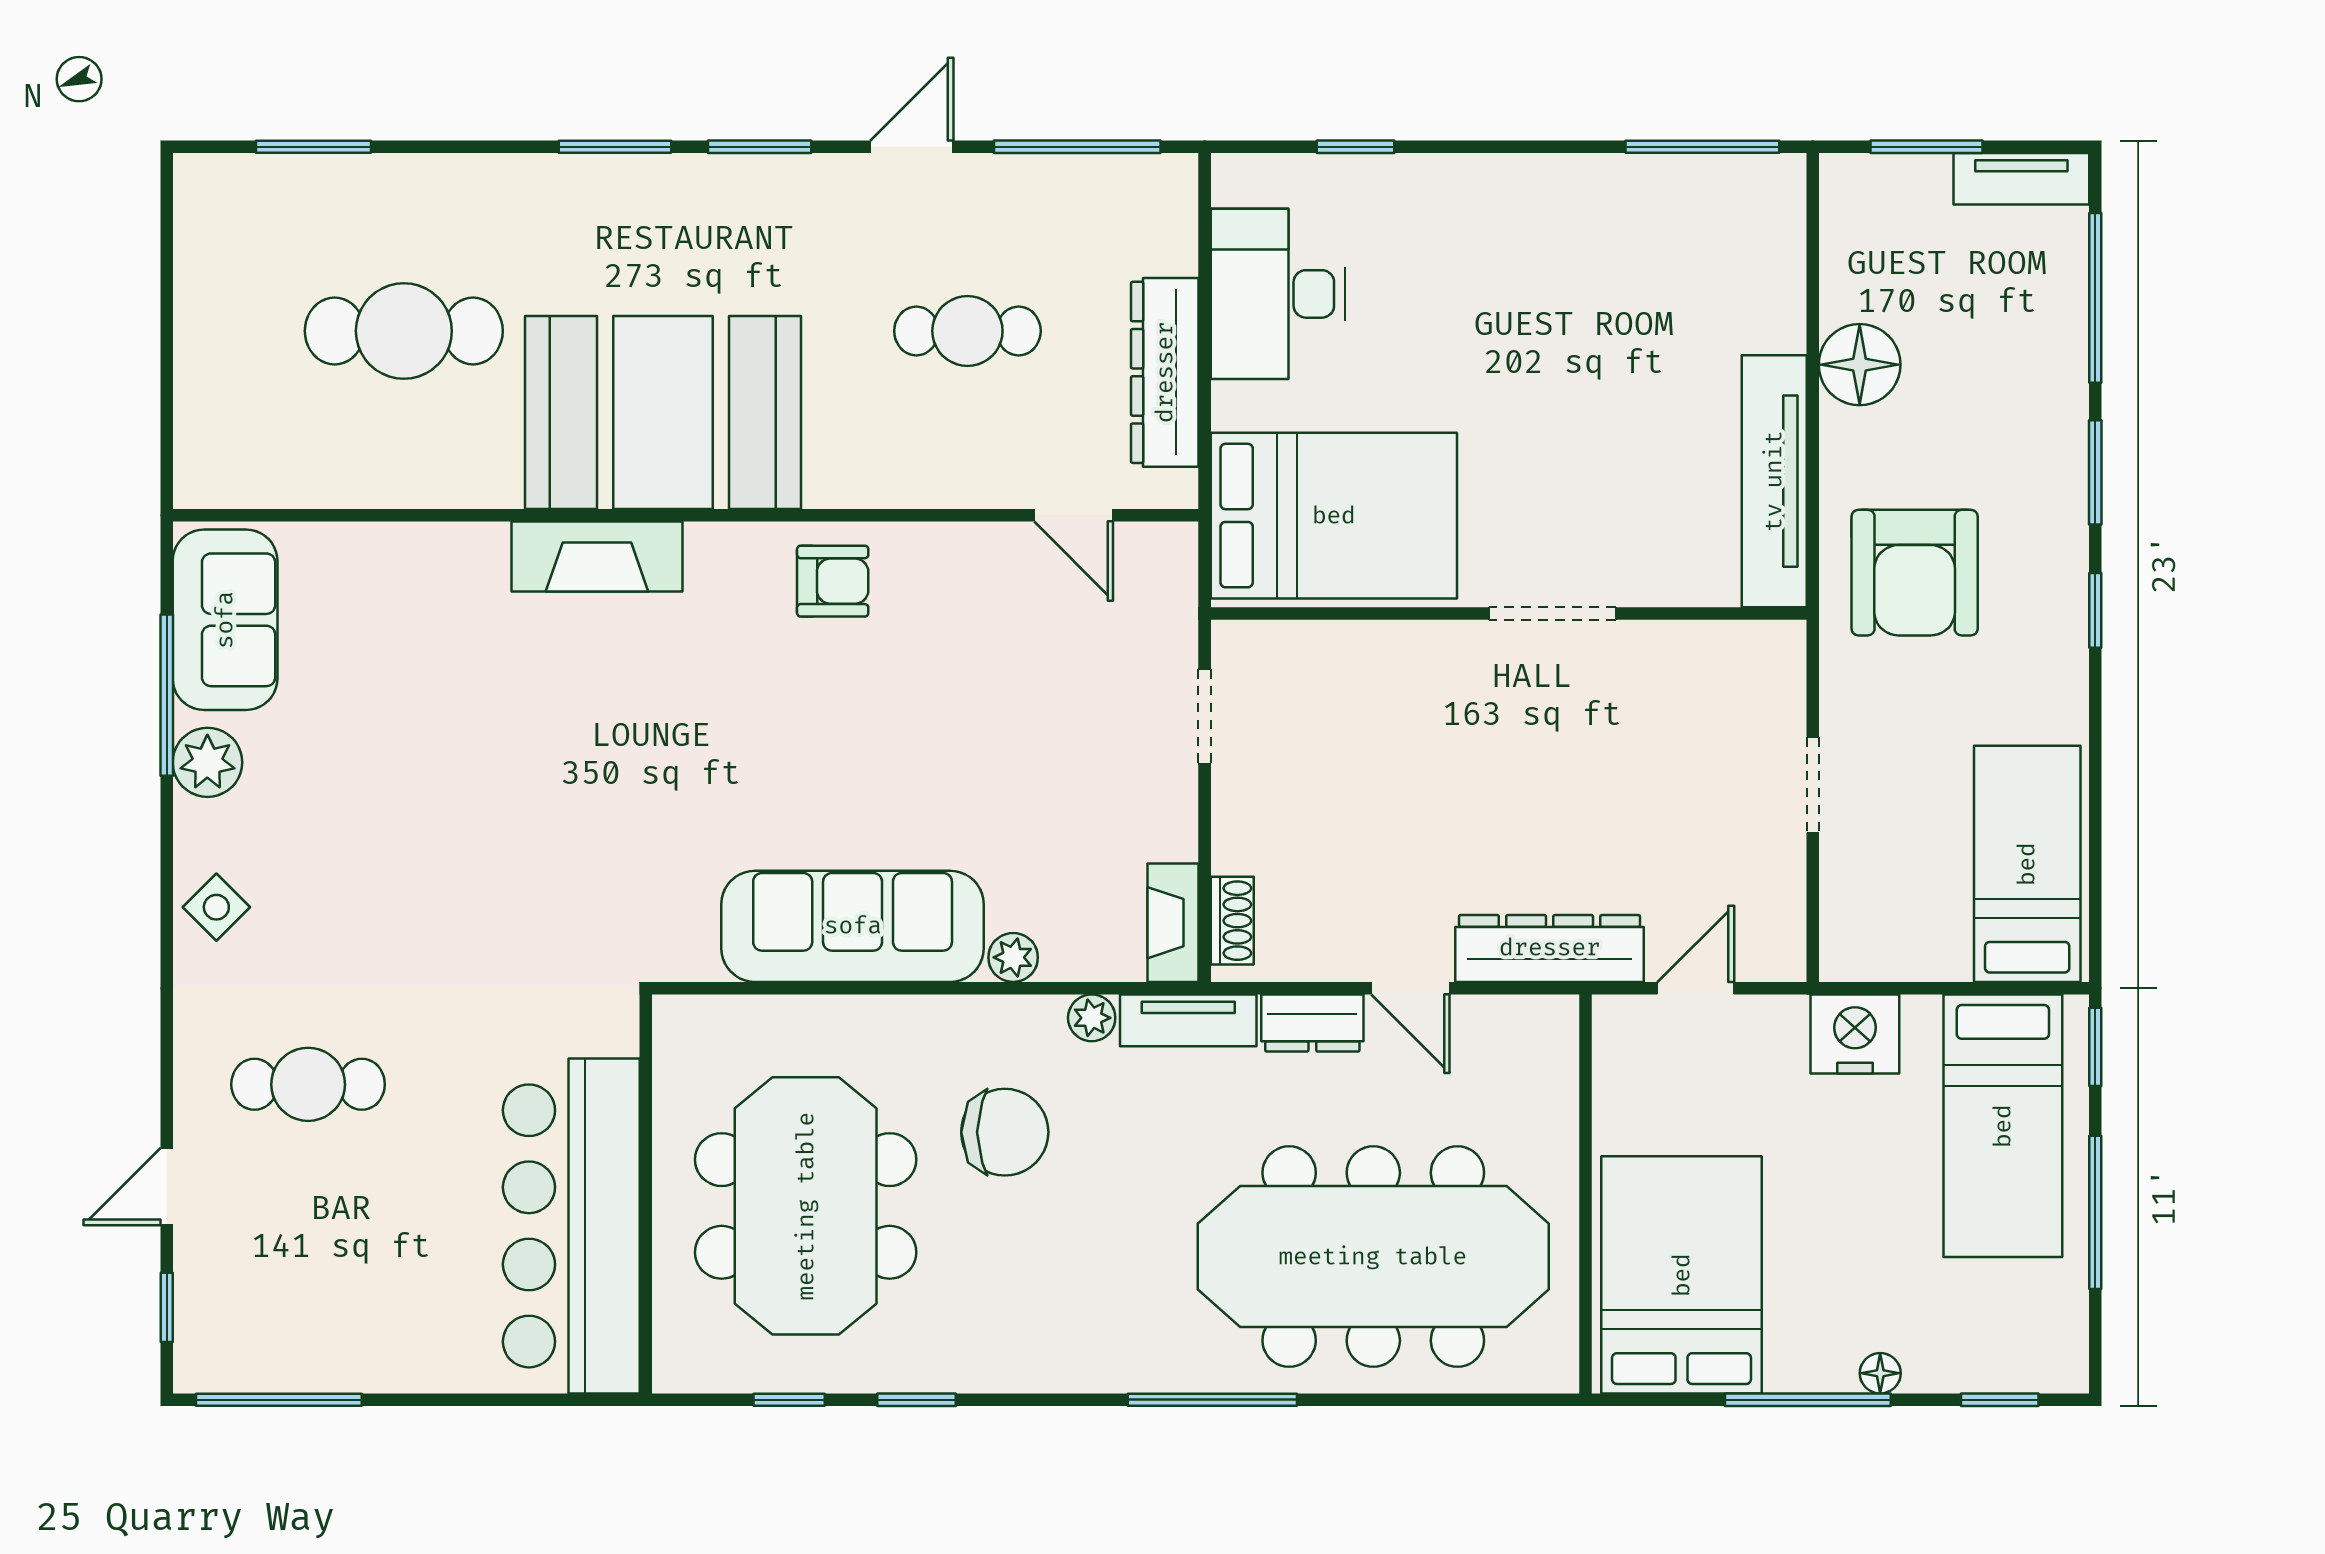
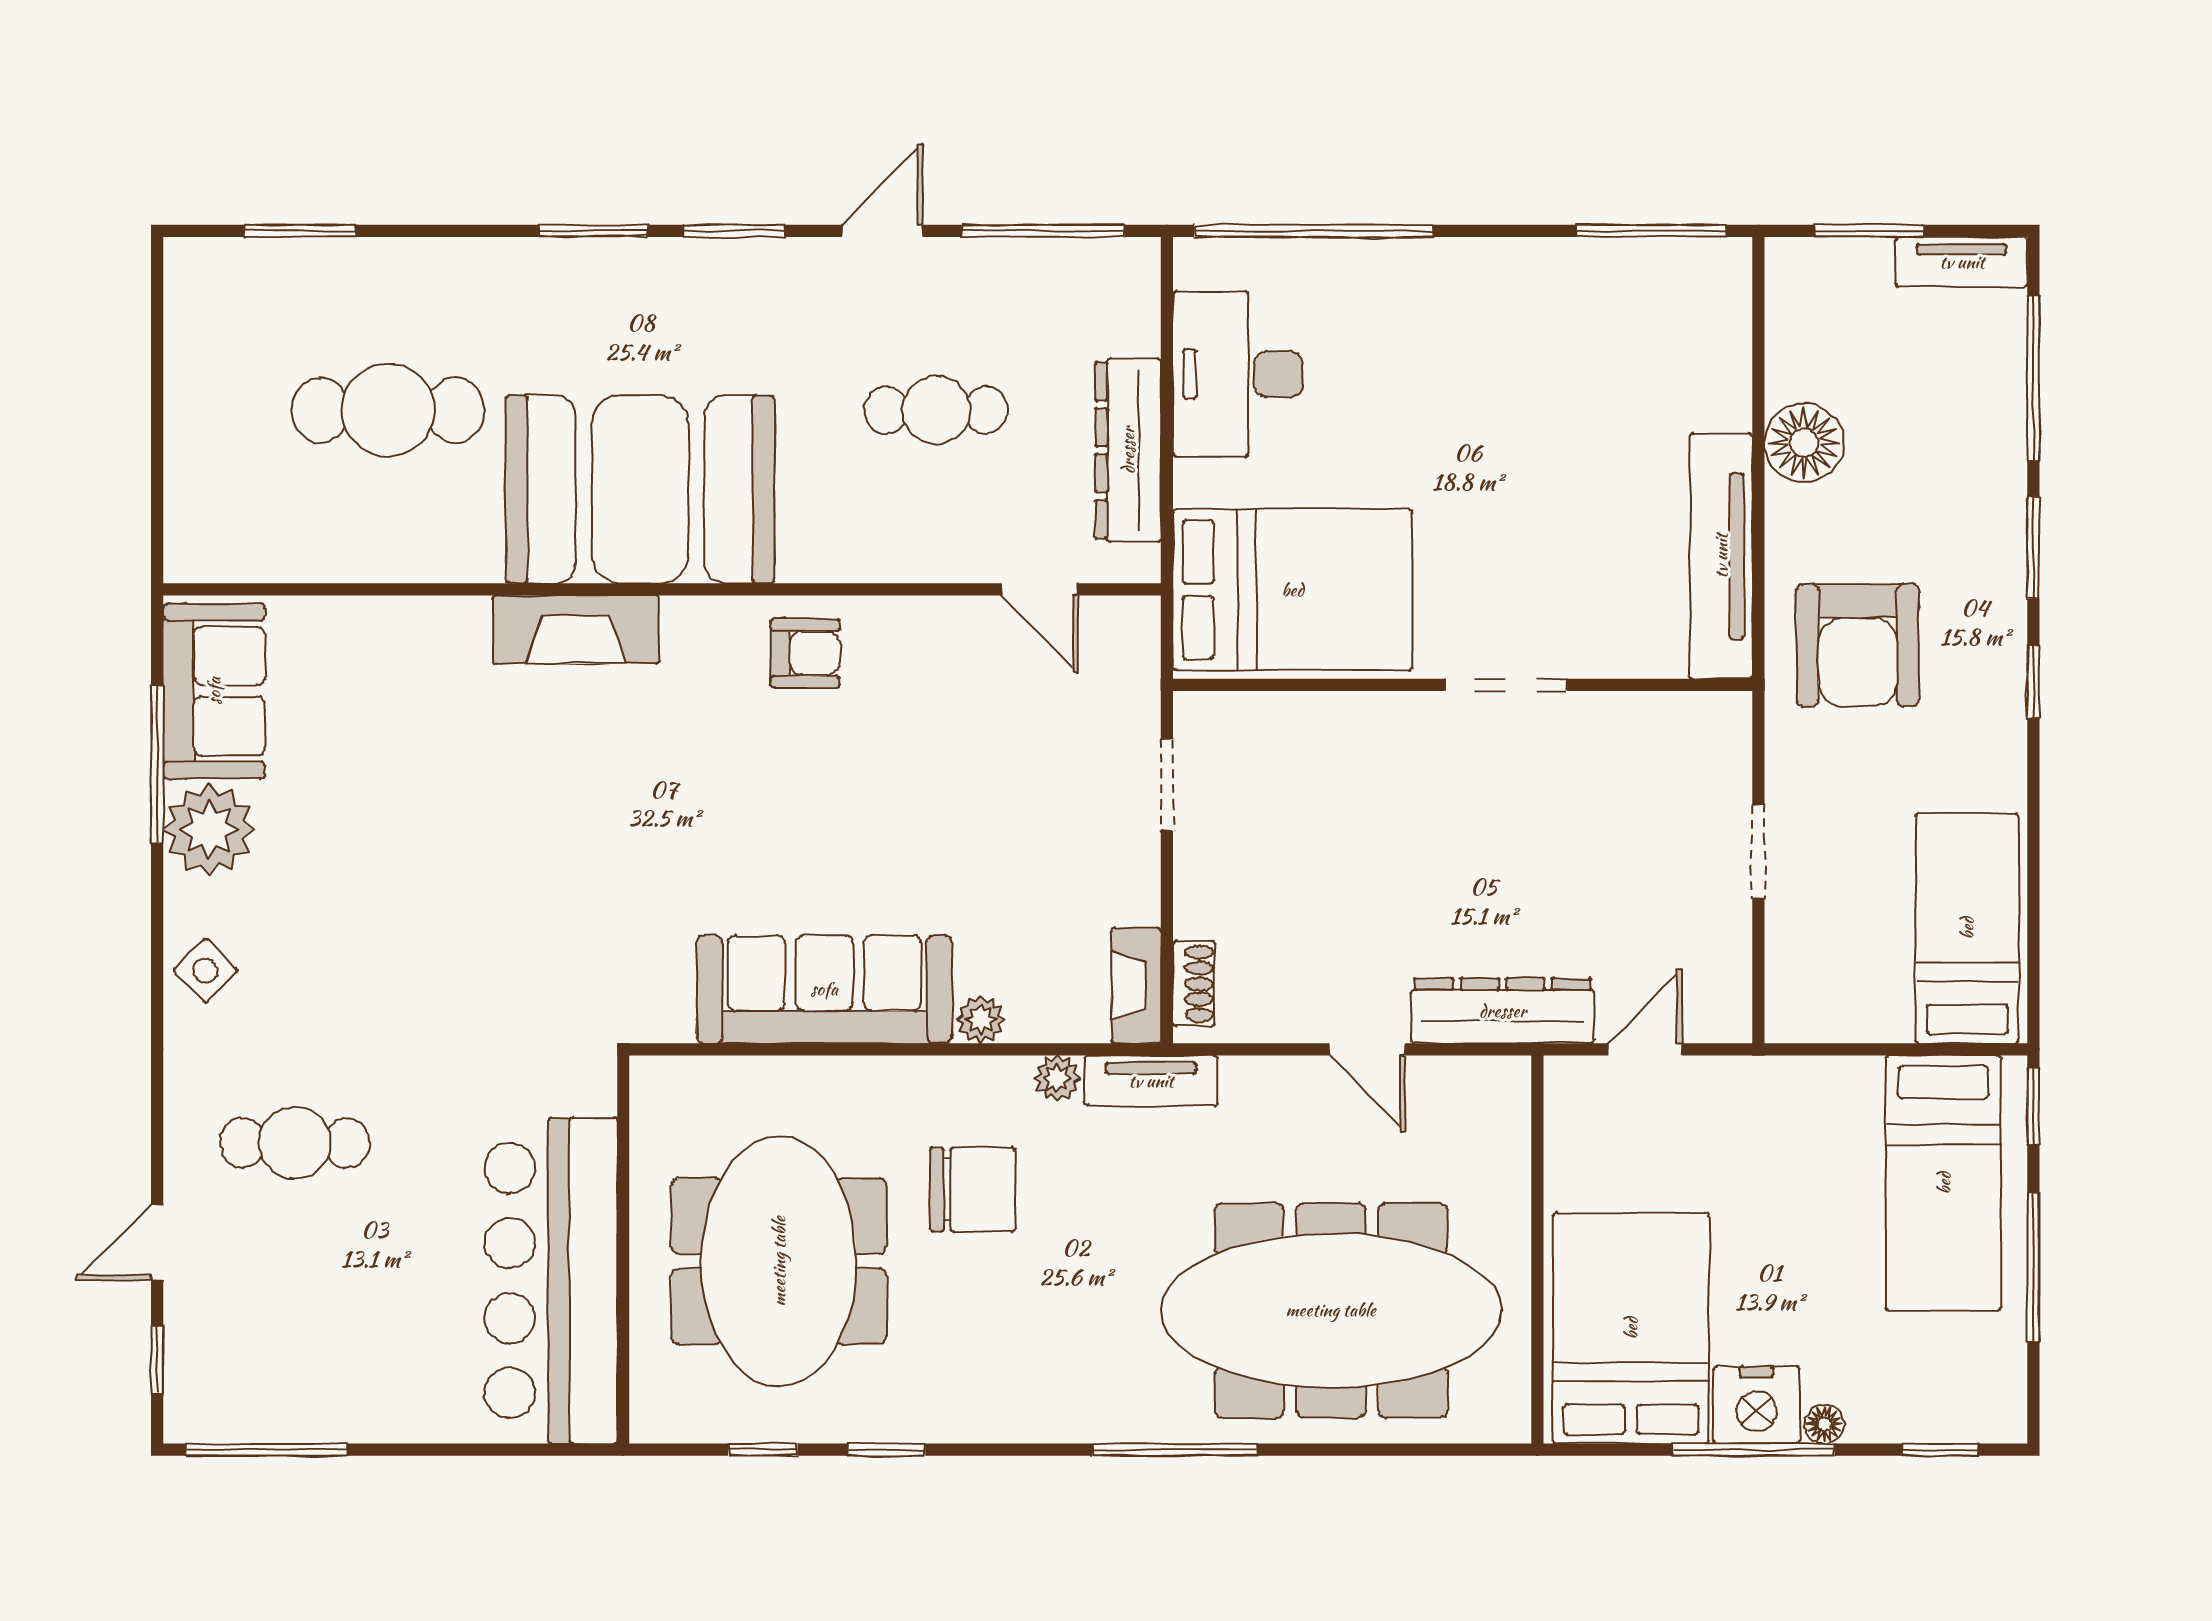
window: (1356, 147) -> (1314, 231), width x3.17
plant: (207, 762) -> (209, 830), width x1.36, depth x1.36
dresser: (1312, 1023) -> (1272, 1083), removed
nightstand: (1855, 1034) -> (1757, 1405), moved, turned 180

